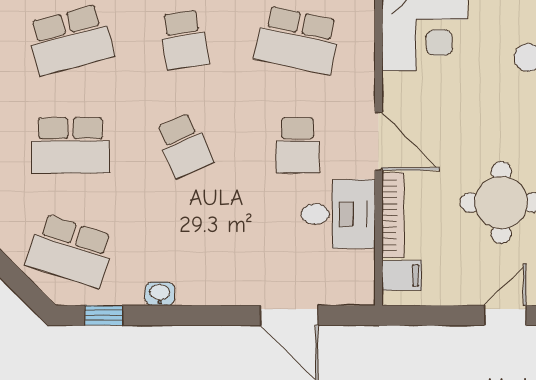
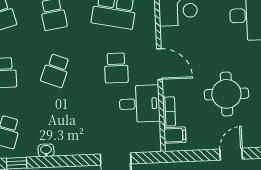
school desk: (184, 145) -> (56, 71), turned 45
bookcase: (393, 215) -> (169, 111), width x0.64

